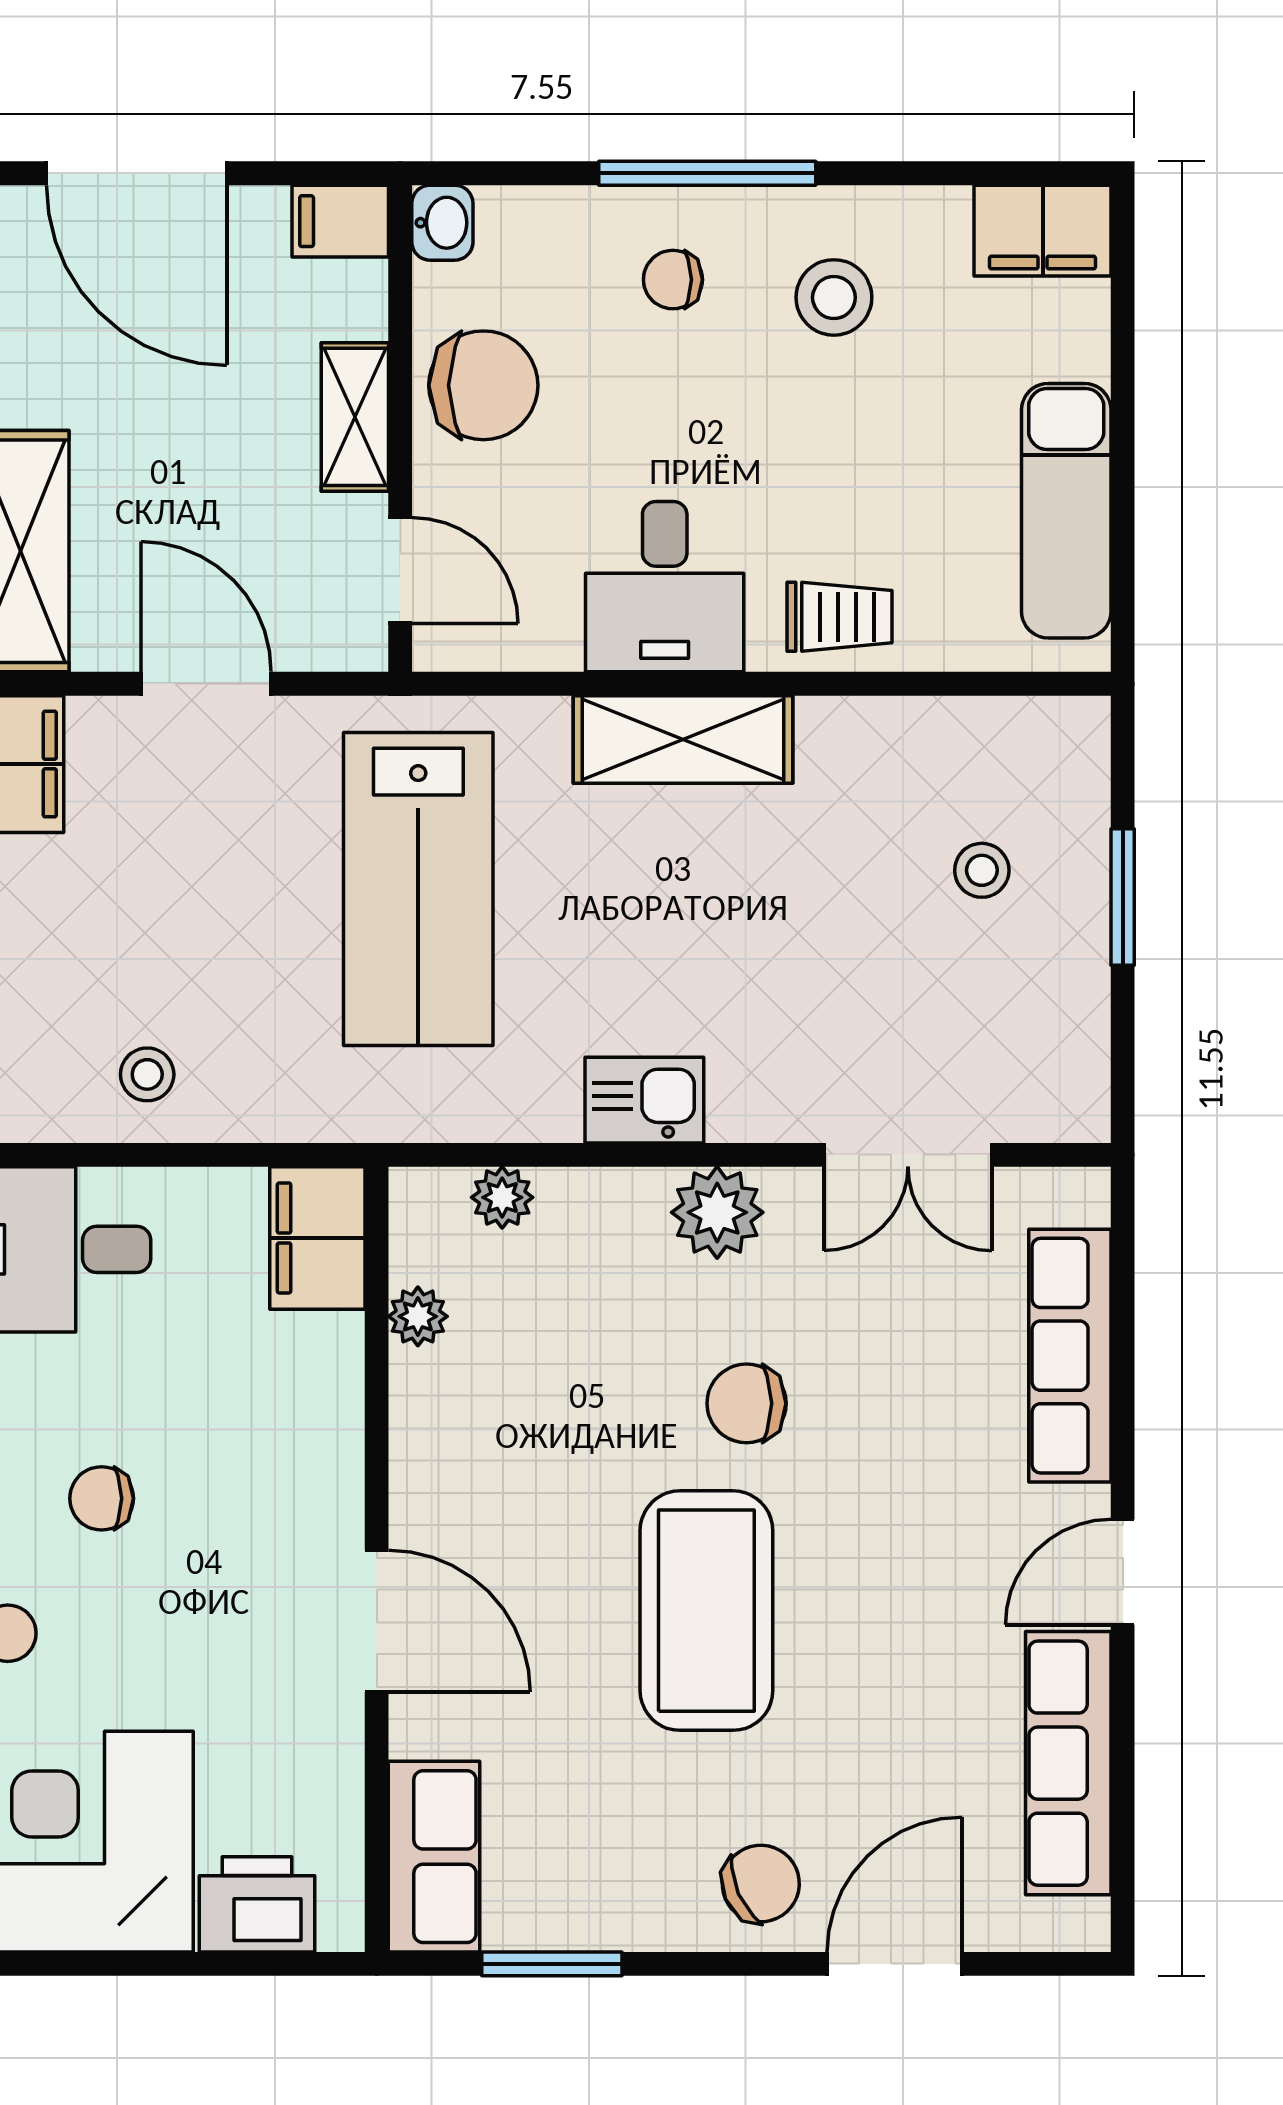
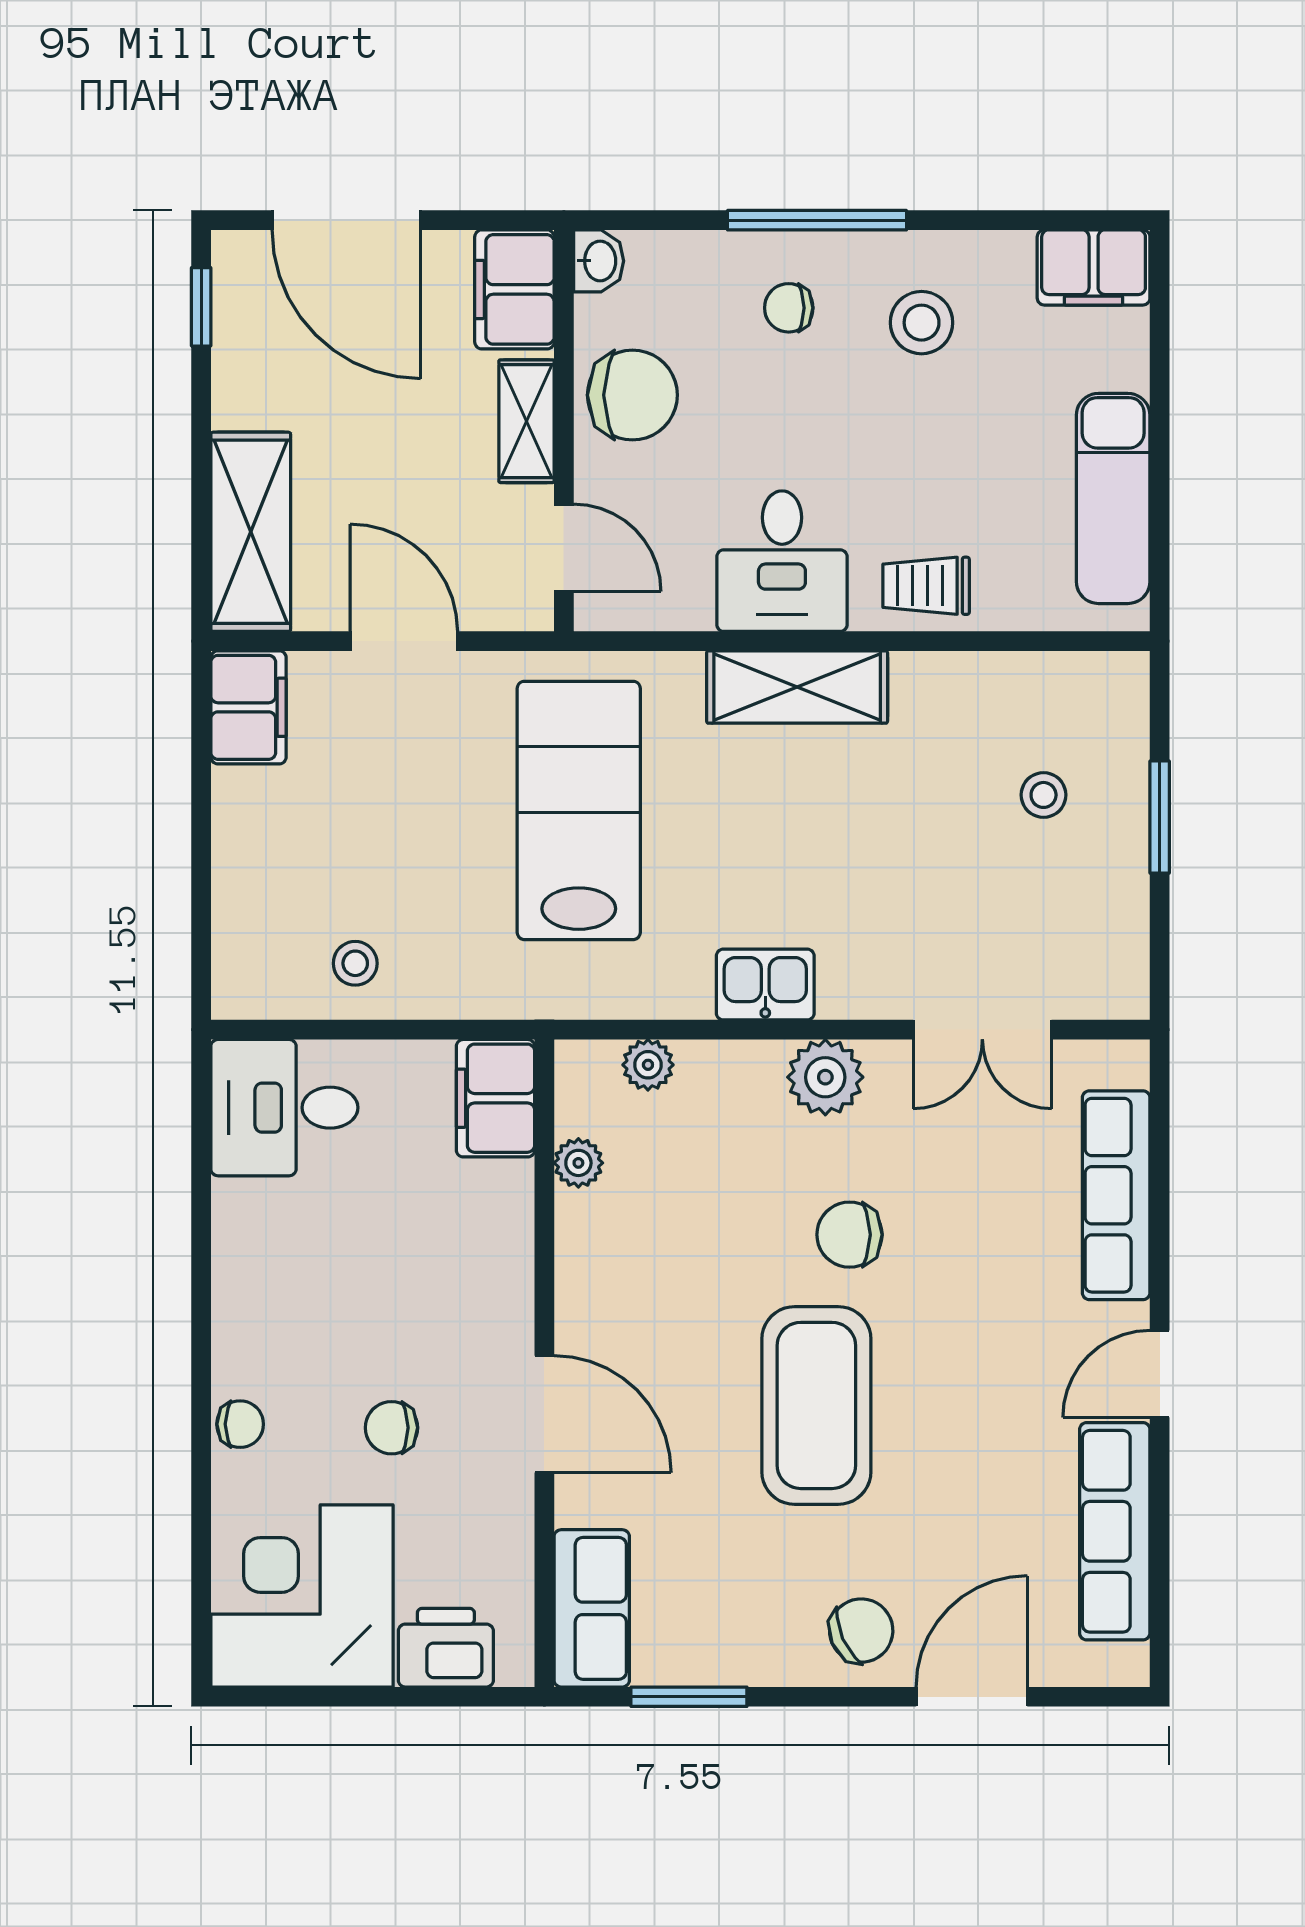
filing cabinet: (340, 221) -> (514, 289), width x2.00
trolley: (839, 617) -> (926, 586), turned 180
lab bench: (418, 889) -> (579, 810), turned 180
chair: (102, 1498) -> (391, 1428), moved

